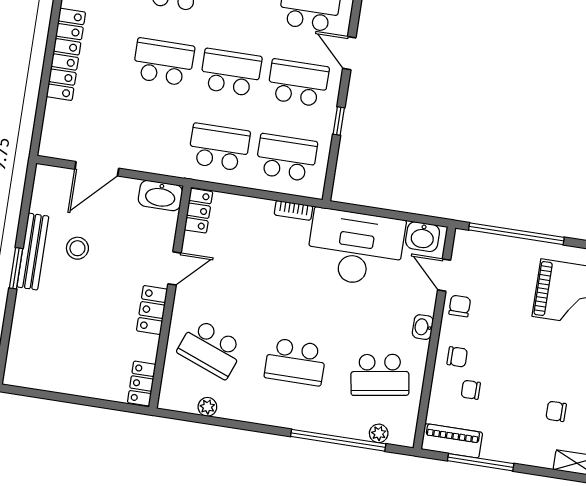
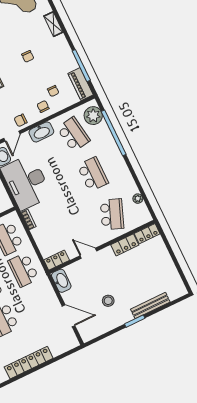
bench: (33, 252) -> (150, 306), moved
locker: (152, 310) -> (125, 245), moved
washbasin: (423, 327) -> (41, 132), width x1.91, depth x1.45
chair: (556, 411) -> (28, 56), moved
plant: (379, 433) -> (93, 116), width x1.88, depth x1.88

